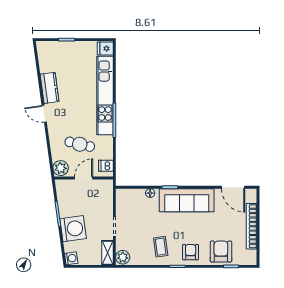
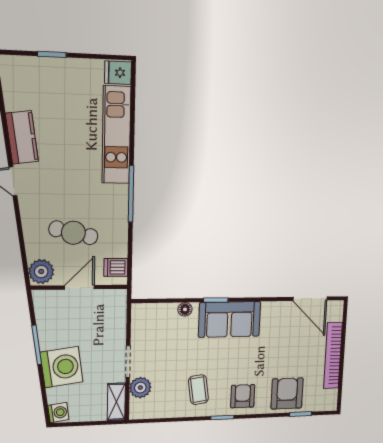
kitchen unit: (105, 95) -> (116, 135), width x0.73
sofa: (187, 200) -> (230, 319), width x0.73
plant: (123, 257) -> (140, 388), moved

